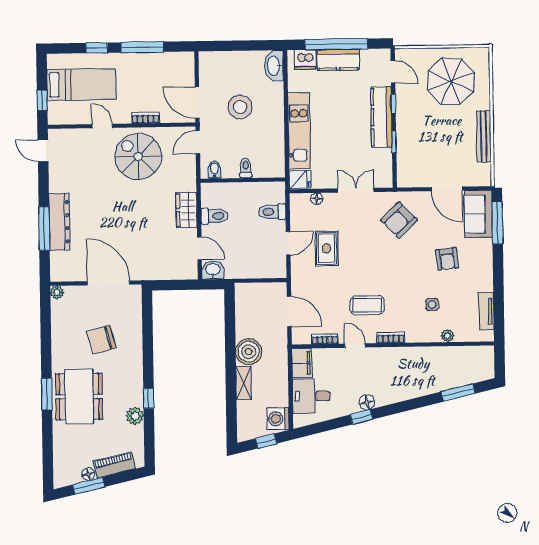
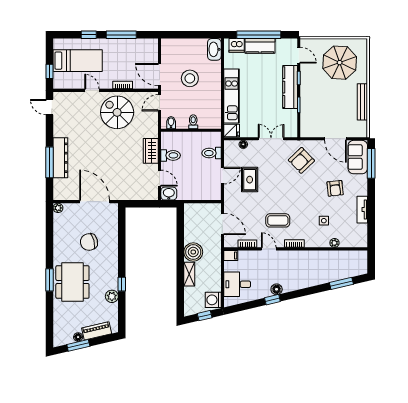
tv unit: (486, 311) -> (362, 210), moved
filing cabinet: (302, 363) -> (231, 256), width x0.50

